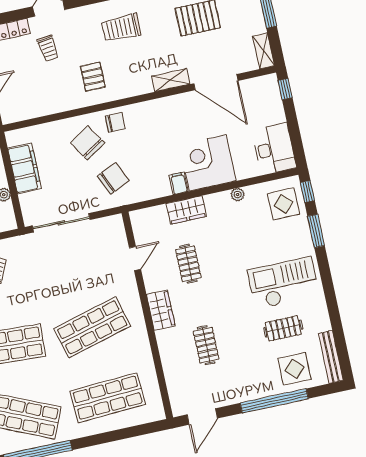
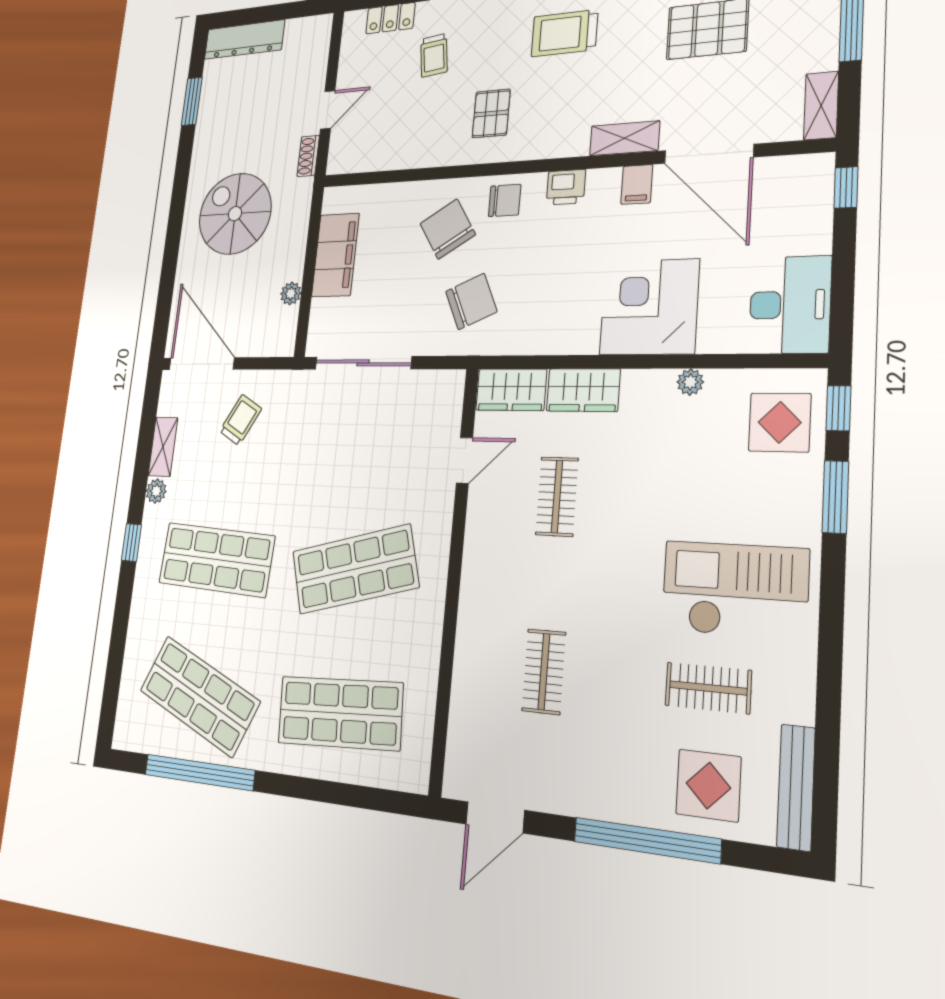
printer: (147, 110) -> (566, 187), added
filing cabinet: (179, 183) -> (637, 184), moved, turned 180
wardrobe: (161, 310) -> (511, 390), moved, turned 90

